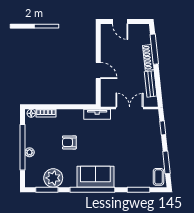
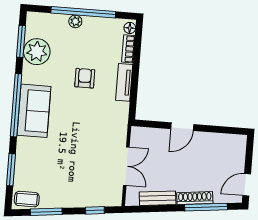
door: (120, 21) -> (247, 185), moved
tv unit: (97, 114) -> (124, 82), moved

